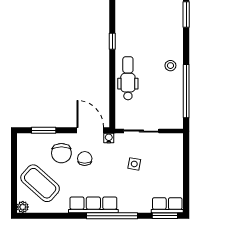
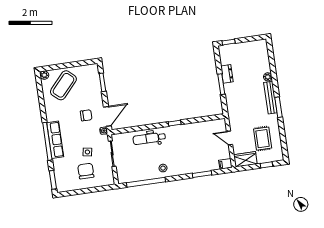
dental chair: (128, 78) -> (149, 138), turned 180
chair: (61, 153) -> (86, 171), moved, turned 90
row of seats: (93, 205) -> (55, 140), moved
row of seats: (167, 205) -> (61, 180), removed

